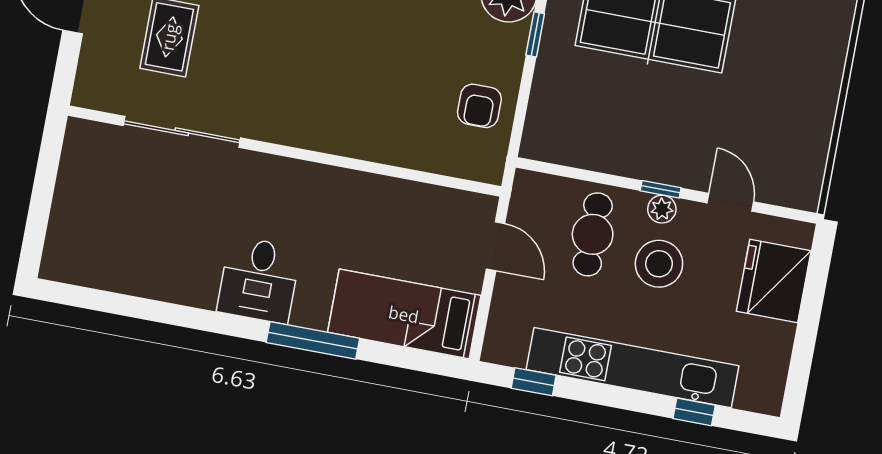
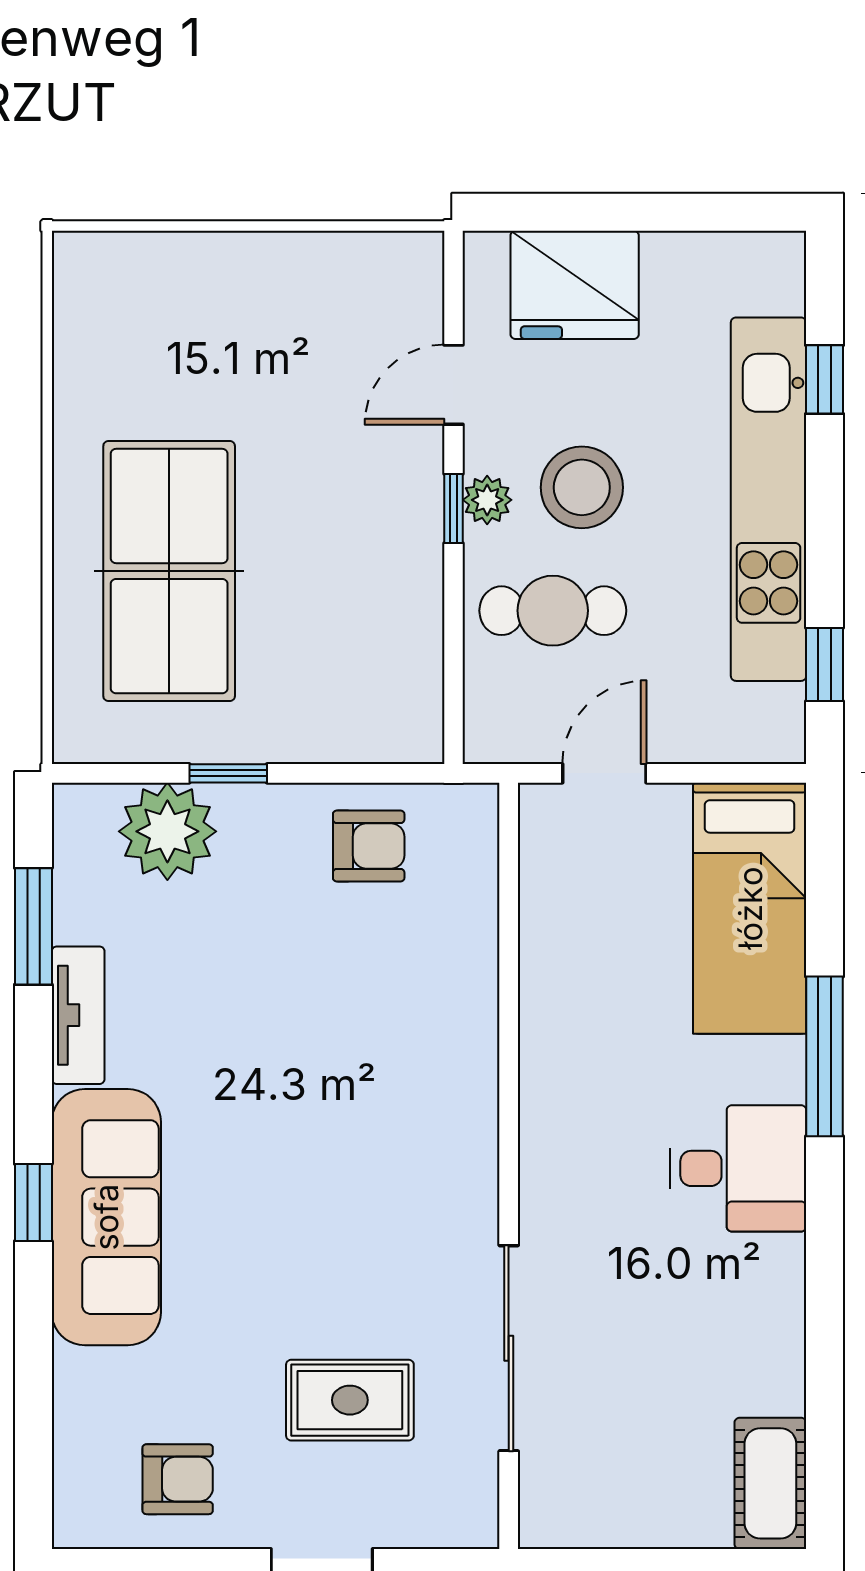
cot: (78, 265) -> (770, 1483), added

